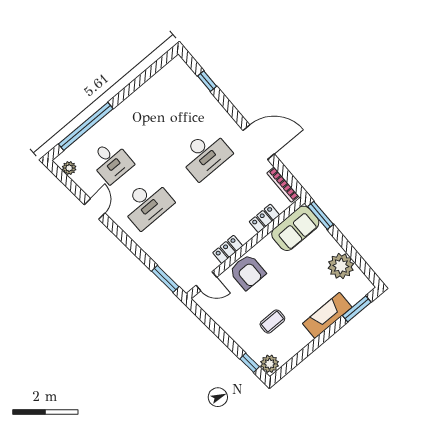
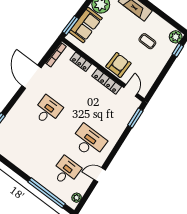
desk: (205, 155) -> (48, 110), width x0.73
sofa: (295, 228) -> (86, 25), moved, turned 90
locker: (228, 249) -> (107, 81), width x1.53

